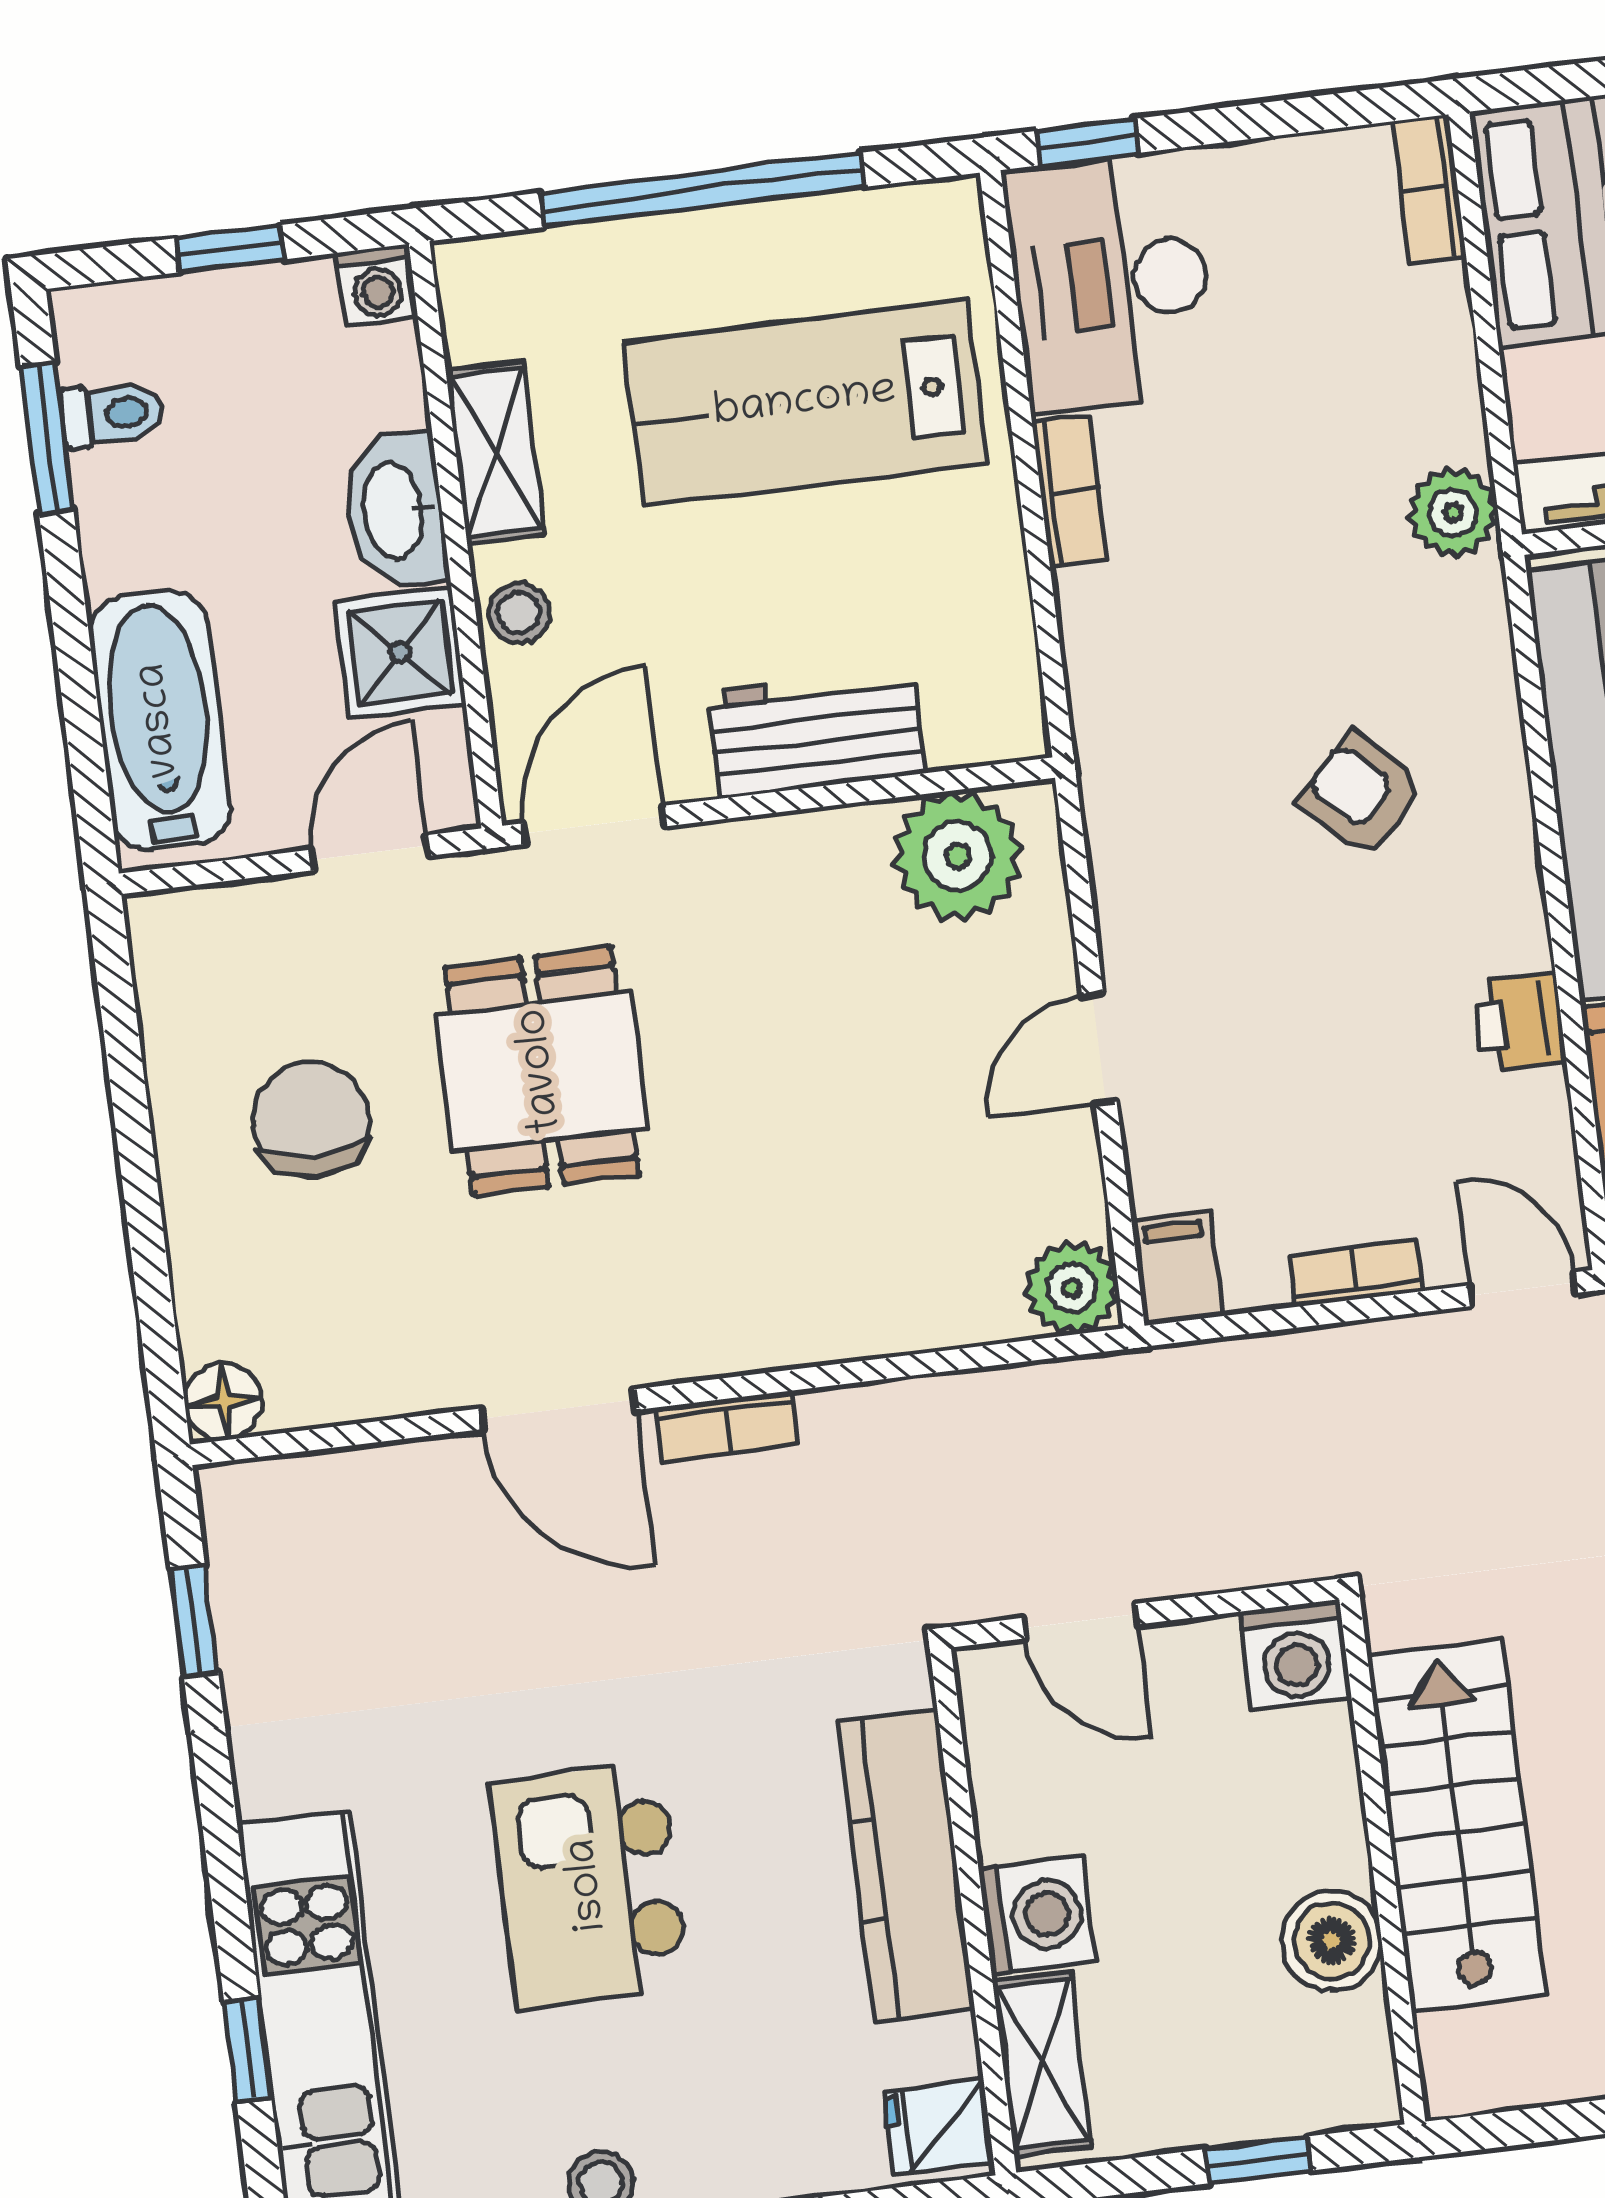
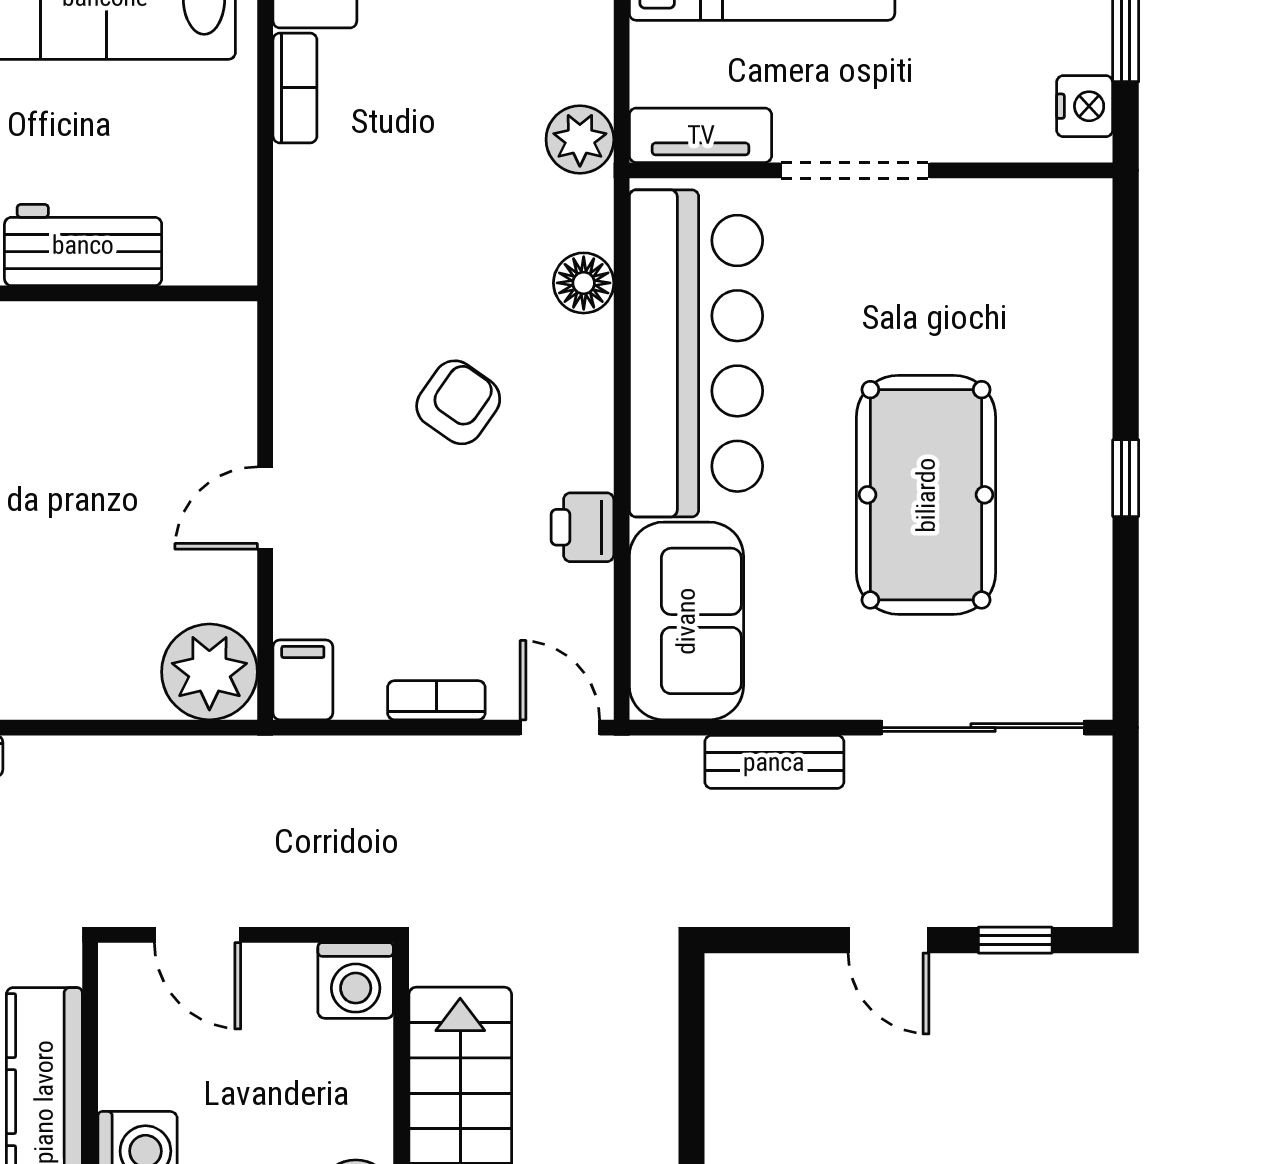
floor lamp: (1481, 700) -> (584, 283), added
armchair: (1361, 794) -> (458, 402), moved, turned 80
plant: (958, 856) -> (177, 351), removed
plant: (1072, 1288) -> (209, 672), width x1.36, depth x1.36

